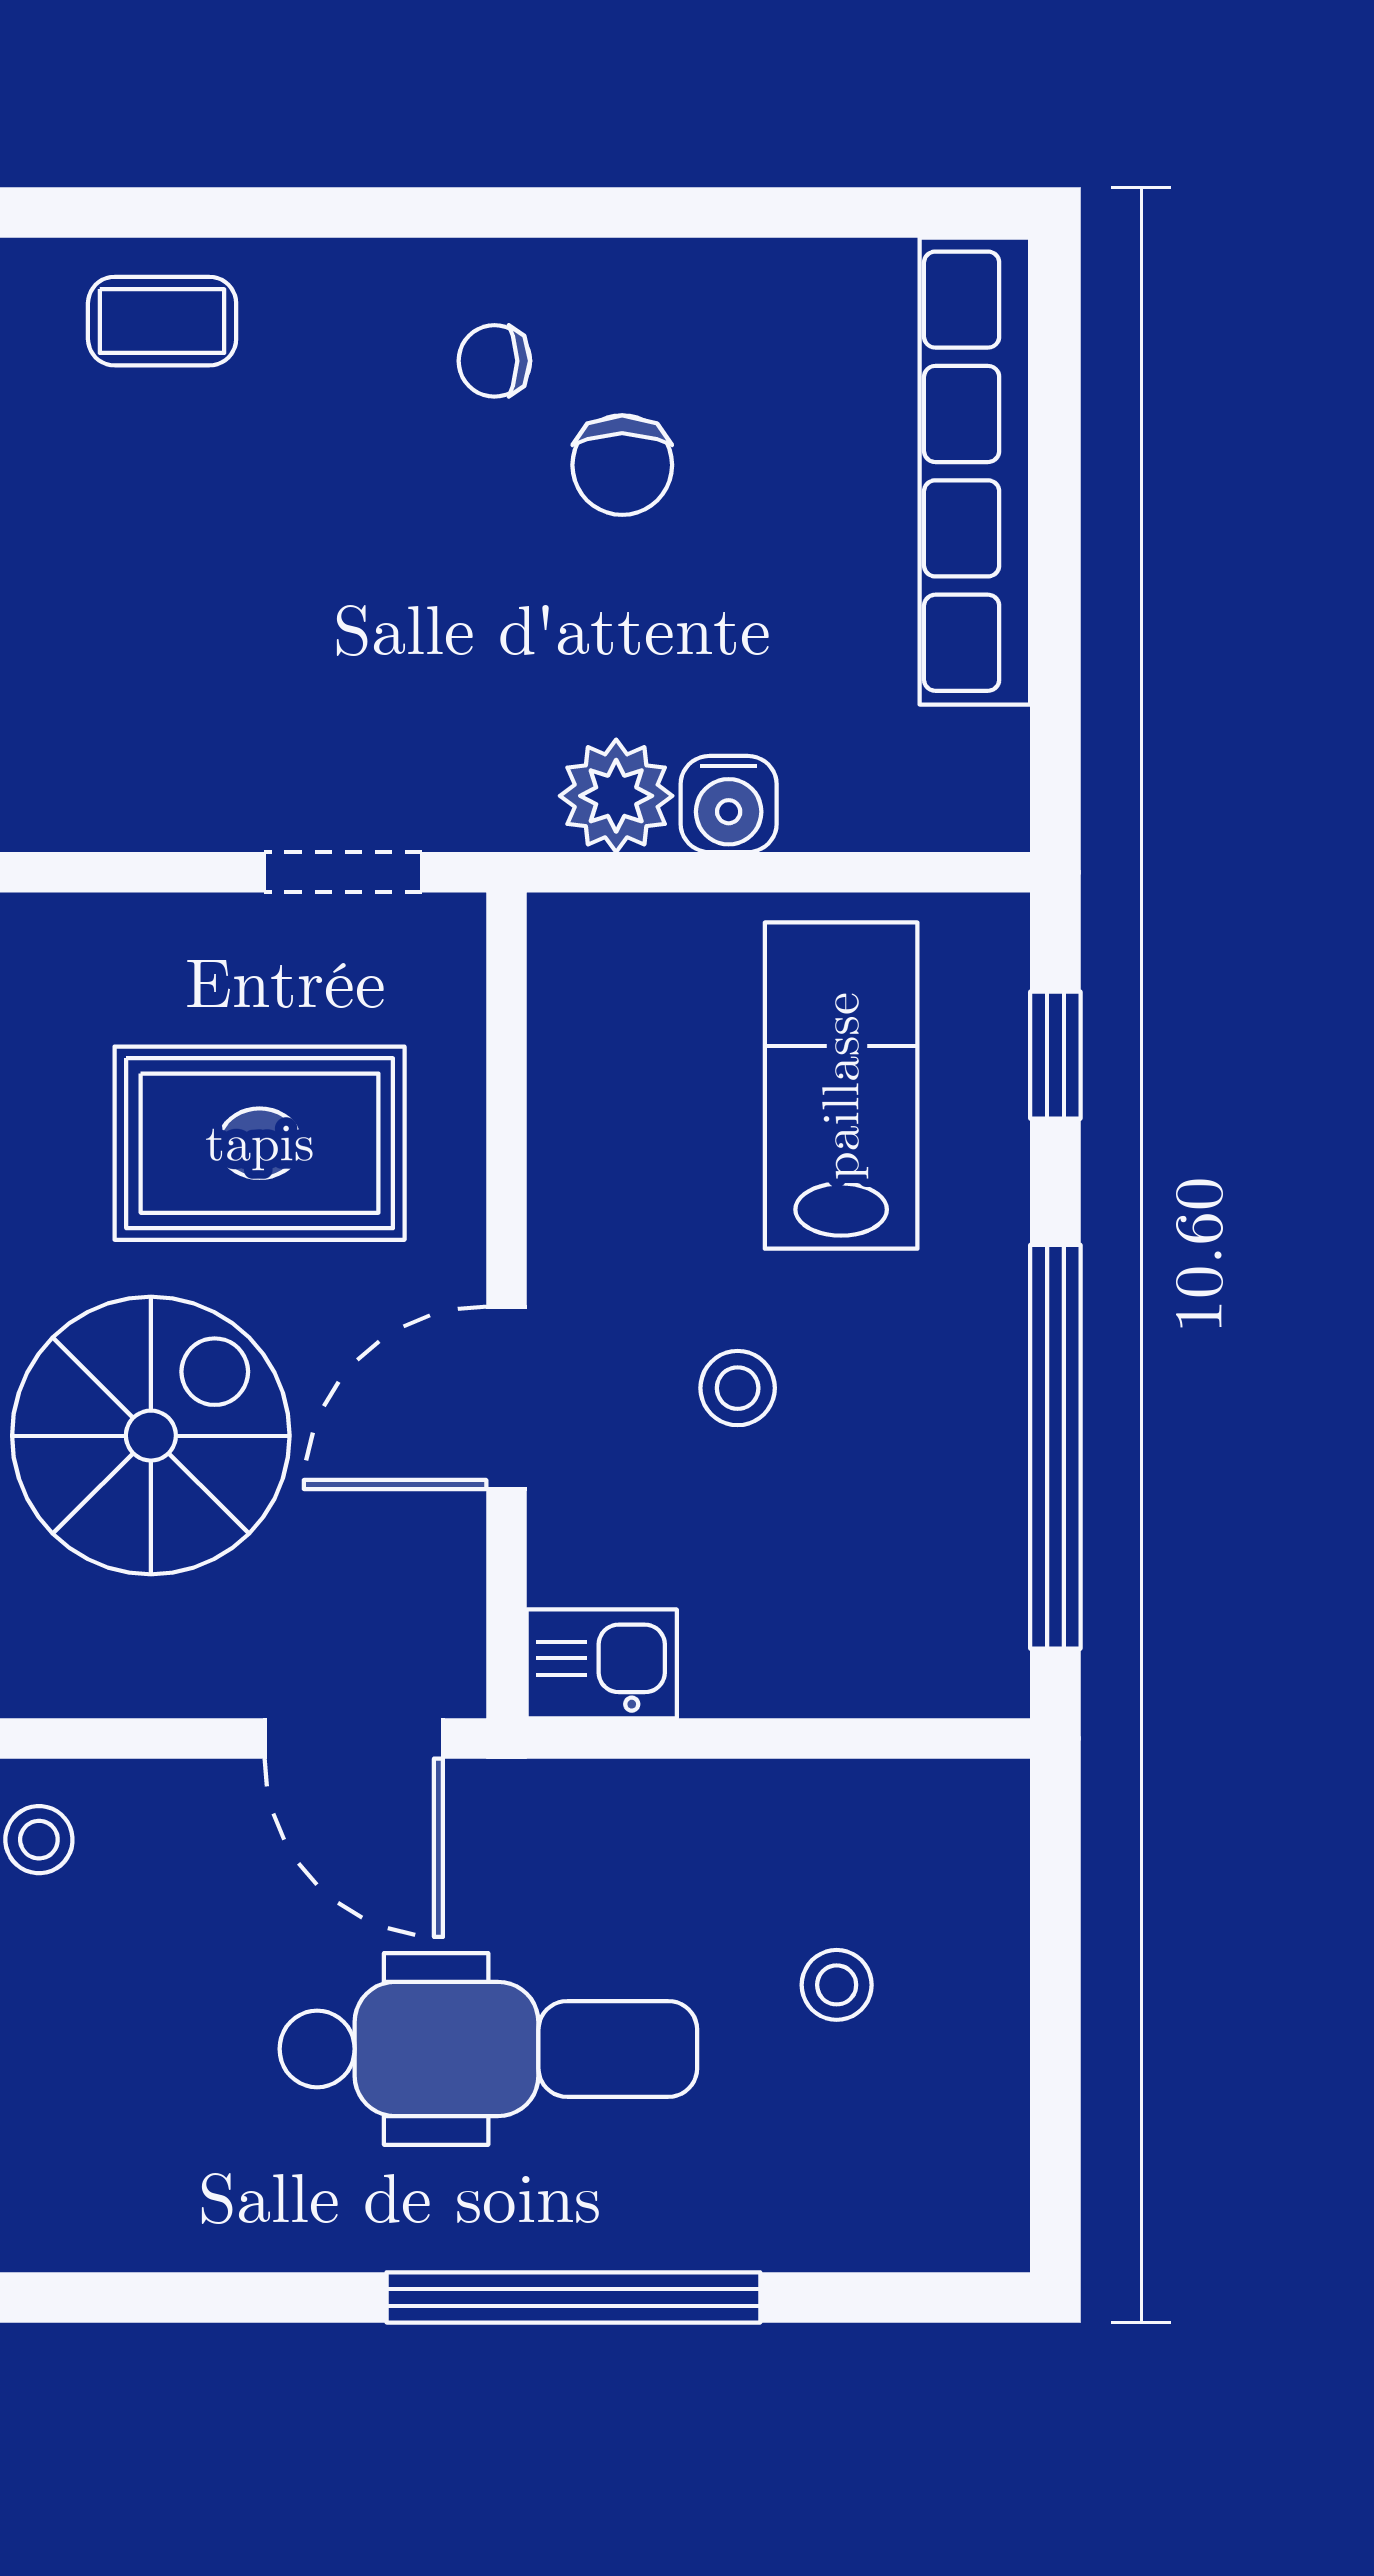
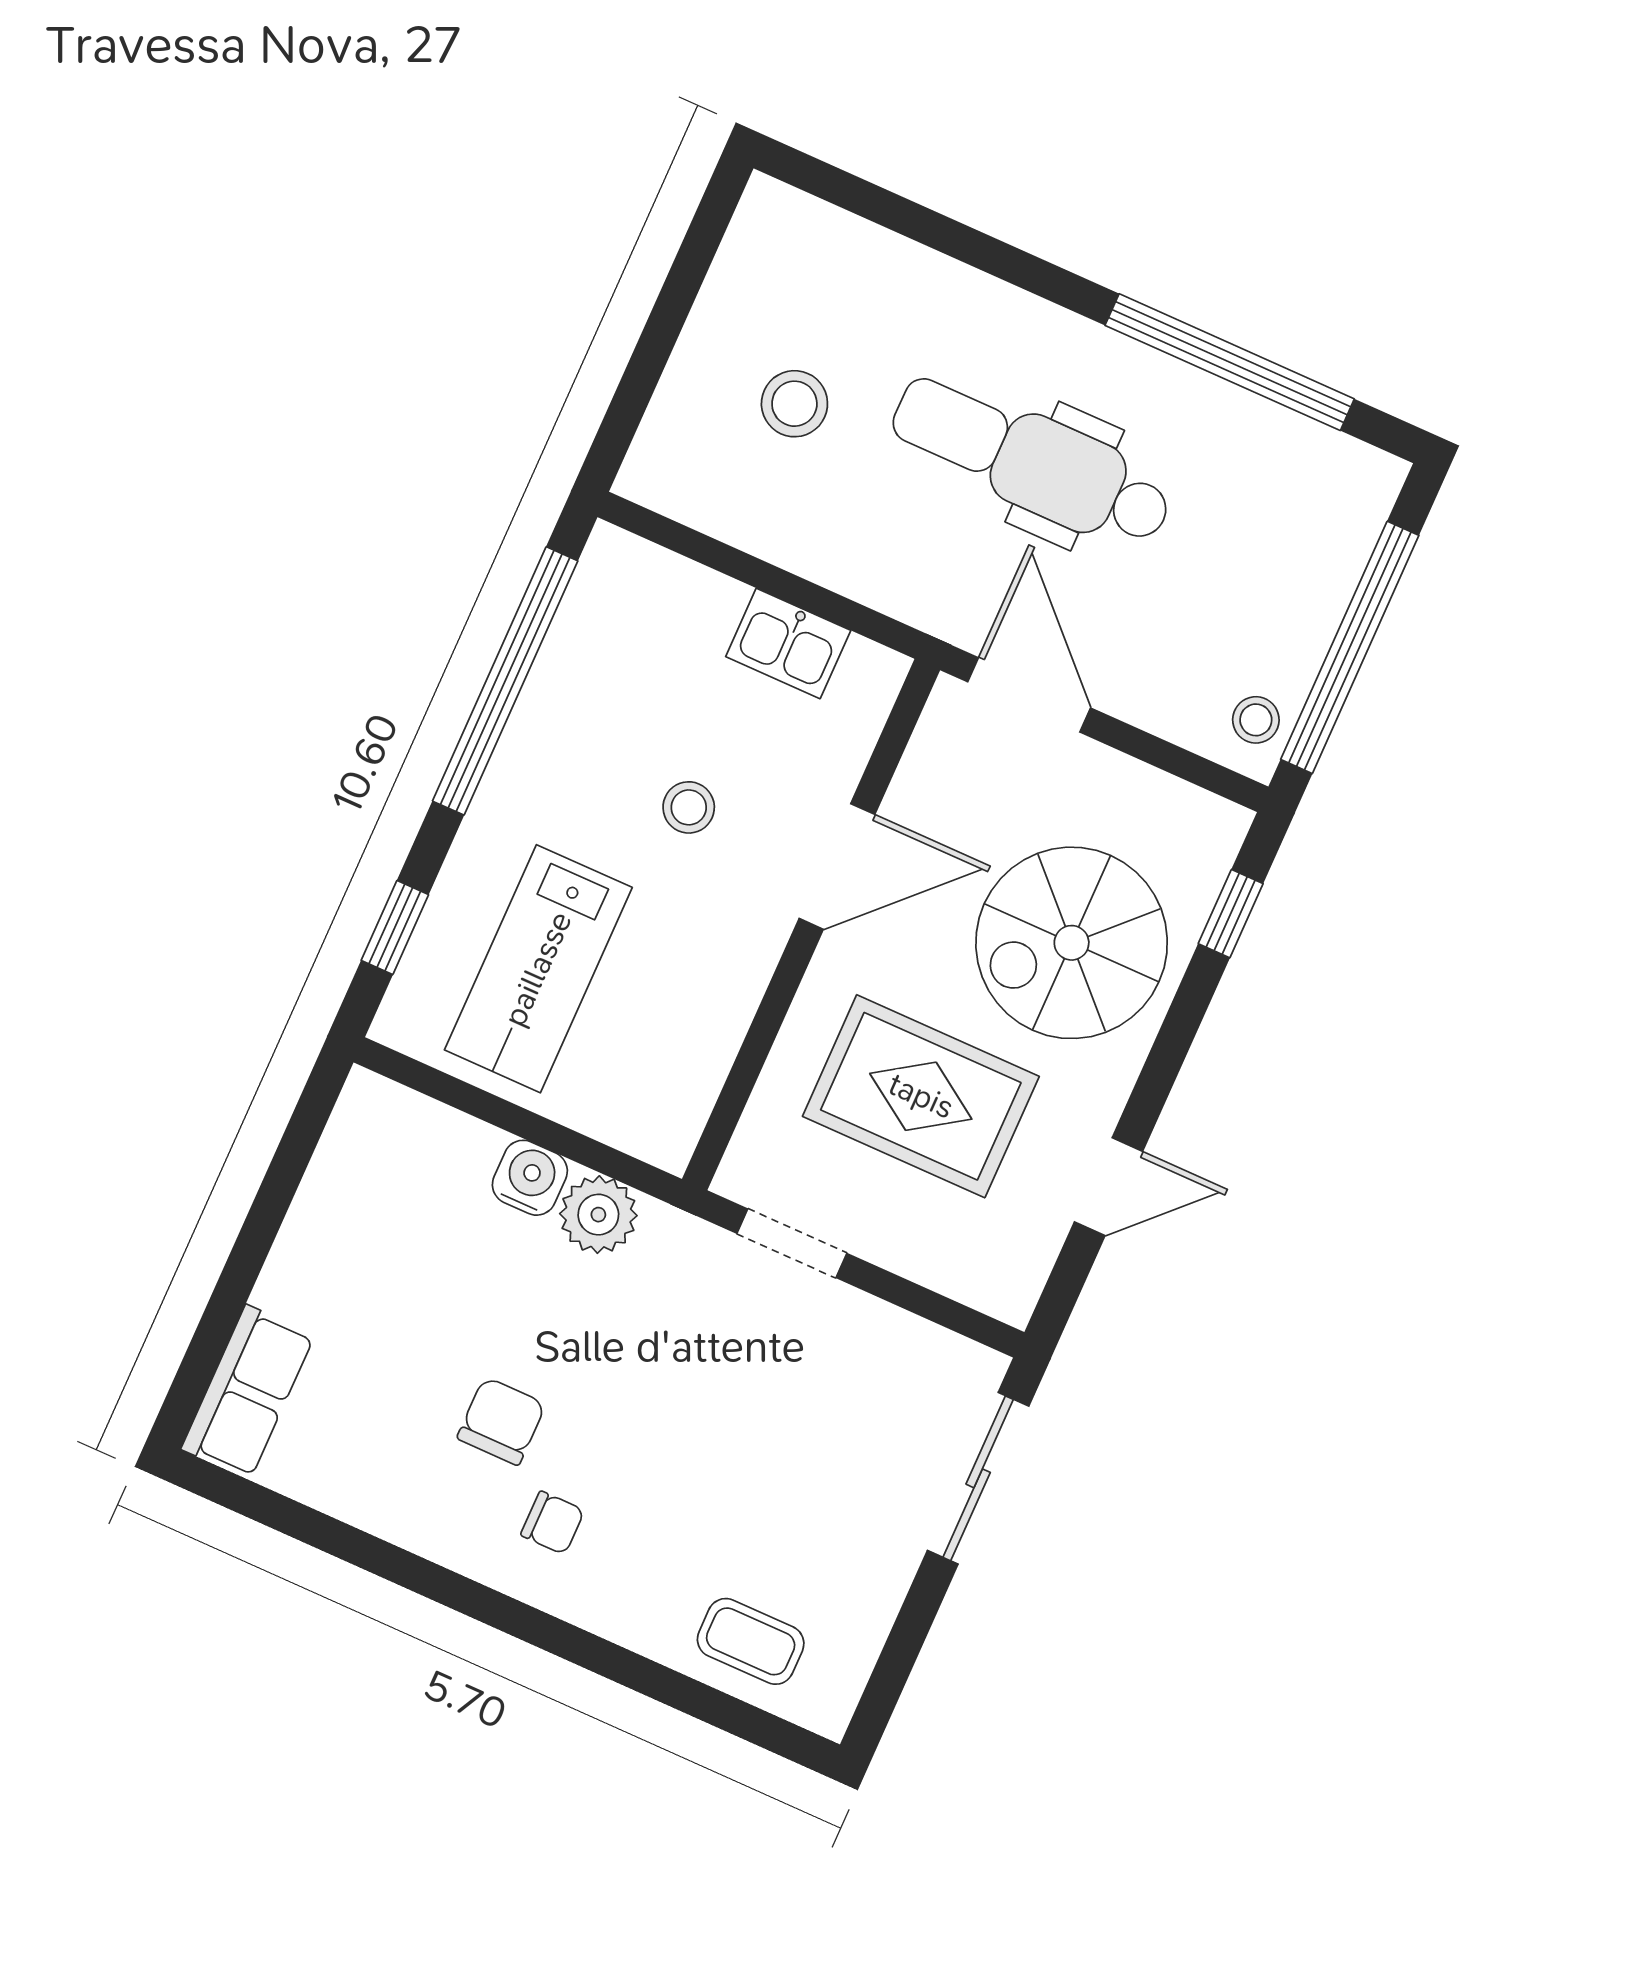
row of seats: (975, 471) -> (248, 1392), width x0.50
kitchen sink: (602, 1664) -> (788, 643), moved
stool: (837, 1985) -> (794, 404), width x1.37, depth x1.37
window: (573, 2297) -> (1230, 362), moved

